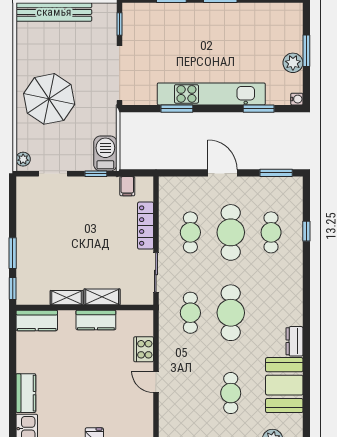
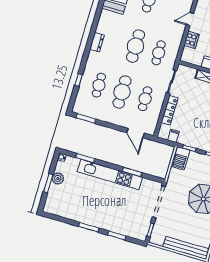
door: (222, 173) -> (136, 133), moved
dresser: (294, 341) -> (97, 42), moved
door: (156, 382) -> (190, 19), swing flipped

